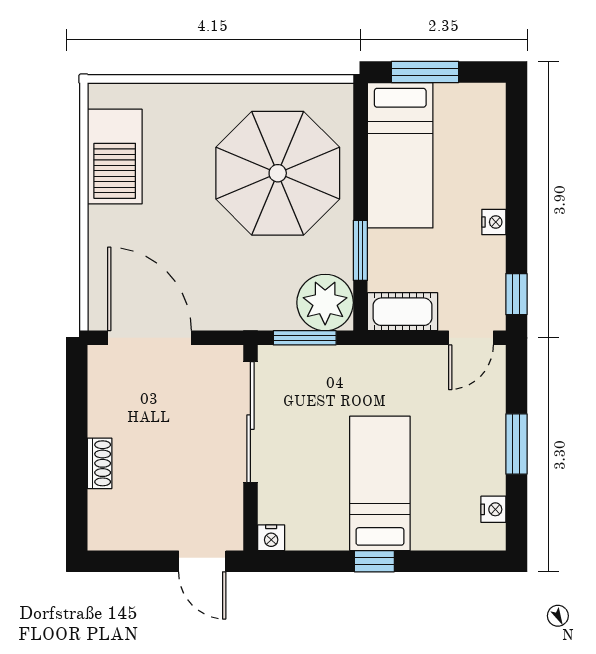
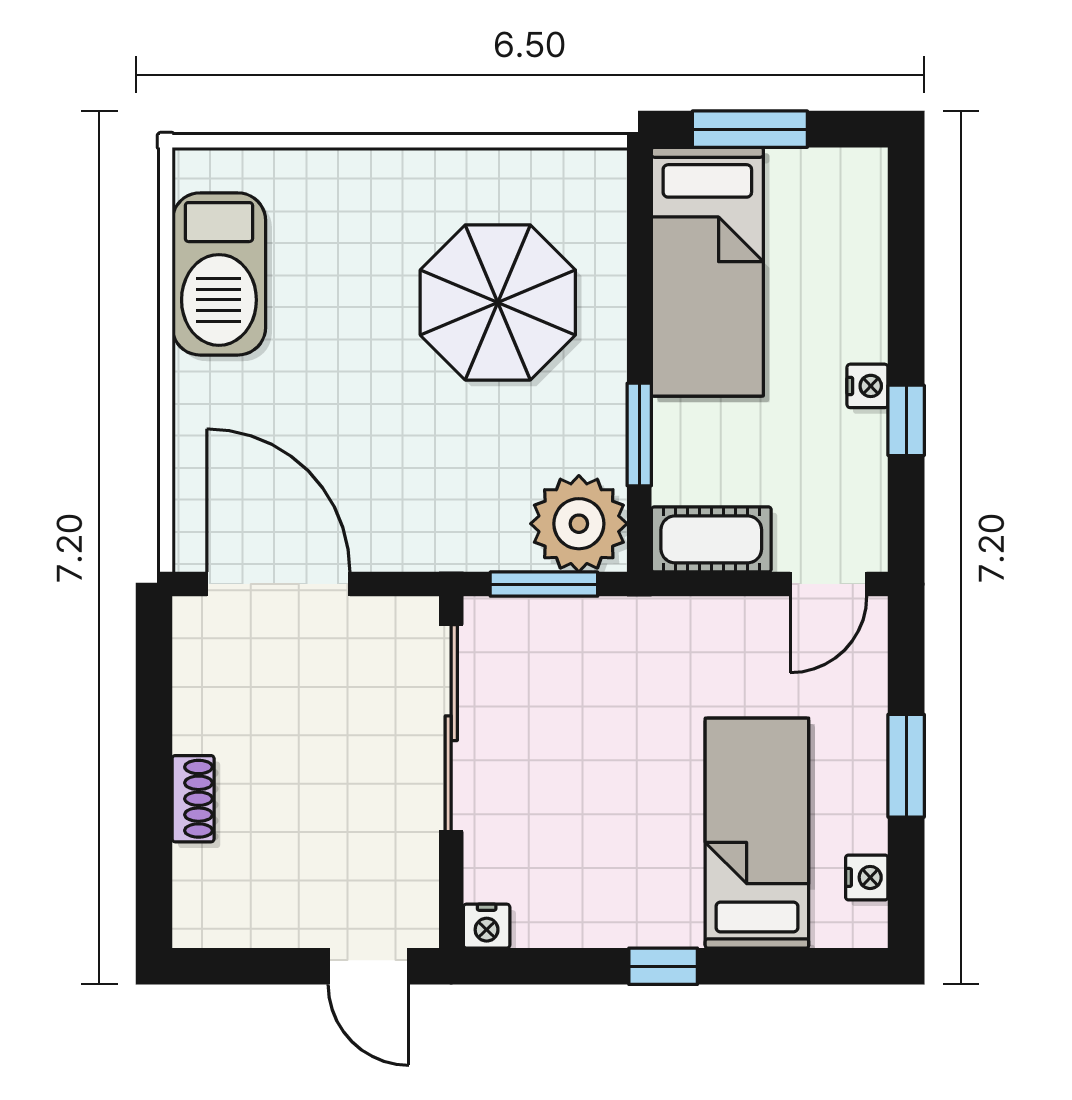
parasol: (278, 173) -> (498, 302), width x0.73, depth x0.73
window: (516, 294) -> (906, 420), moved
bed: (380, 483) -> (757, 833), moved

